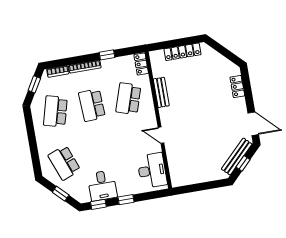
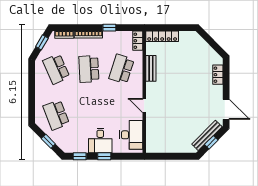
locker: (182, 52) -> (162, 36), moved
school desk: (55, 111) -> (56, 69), turned -39
desk: (102, 186) -> (100, 141), moved

